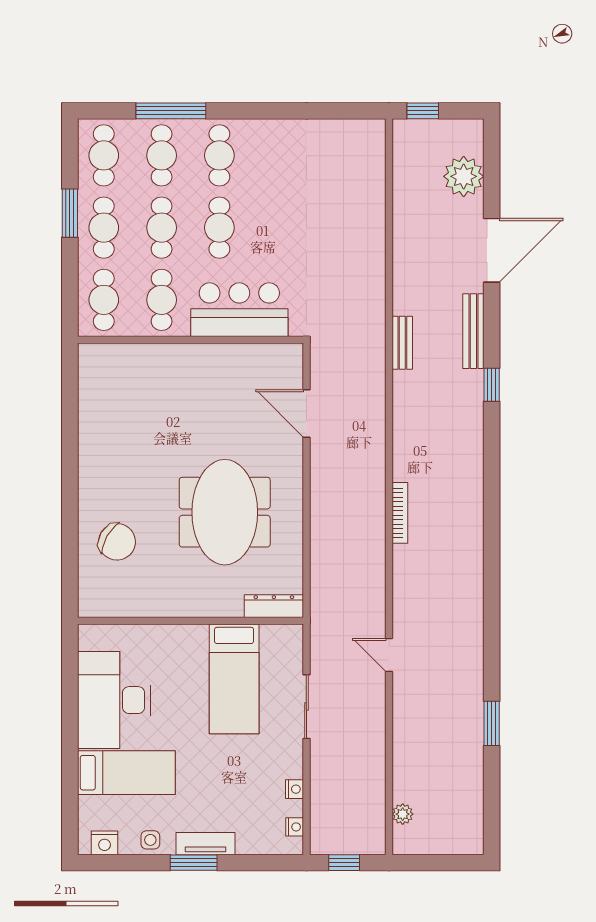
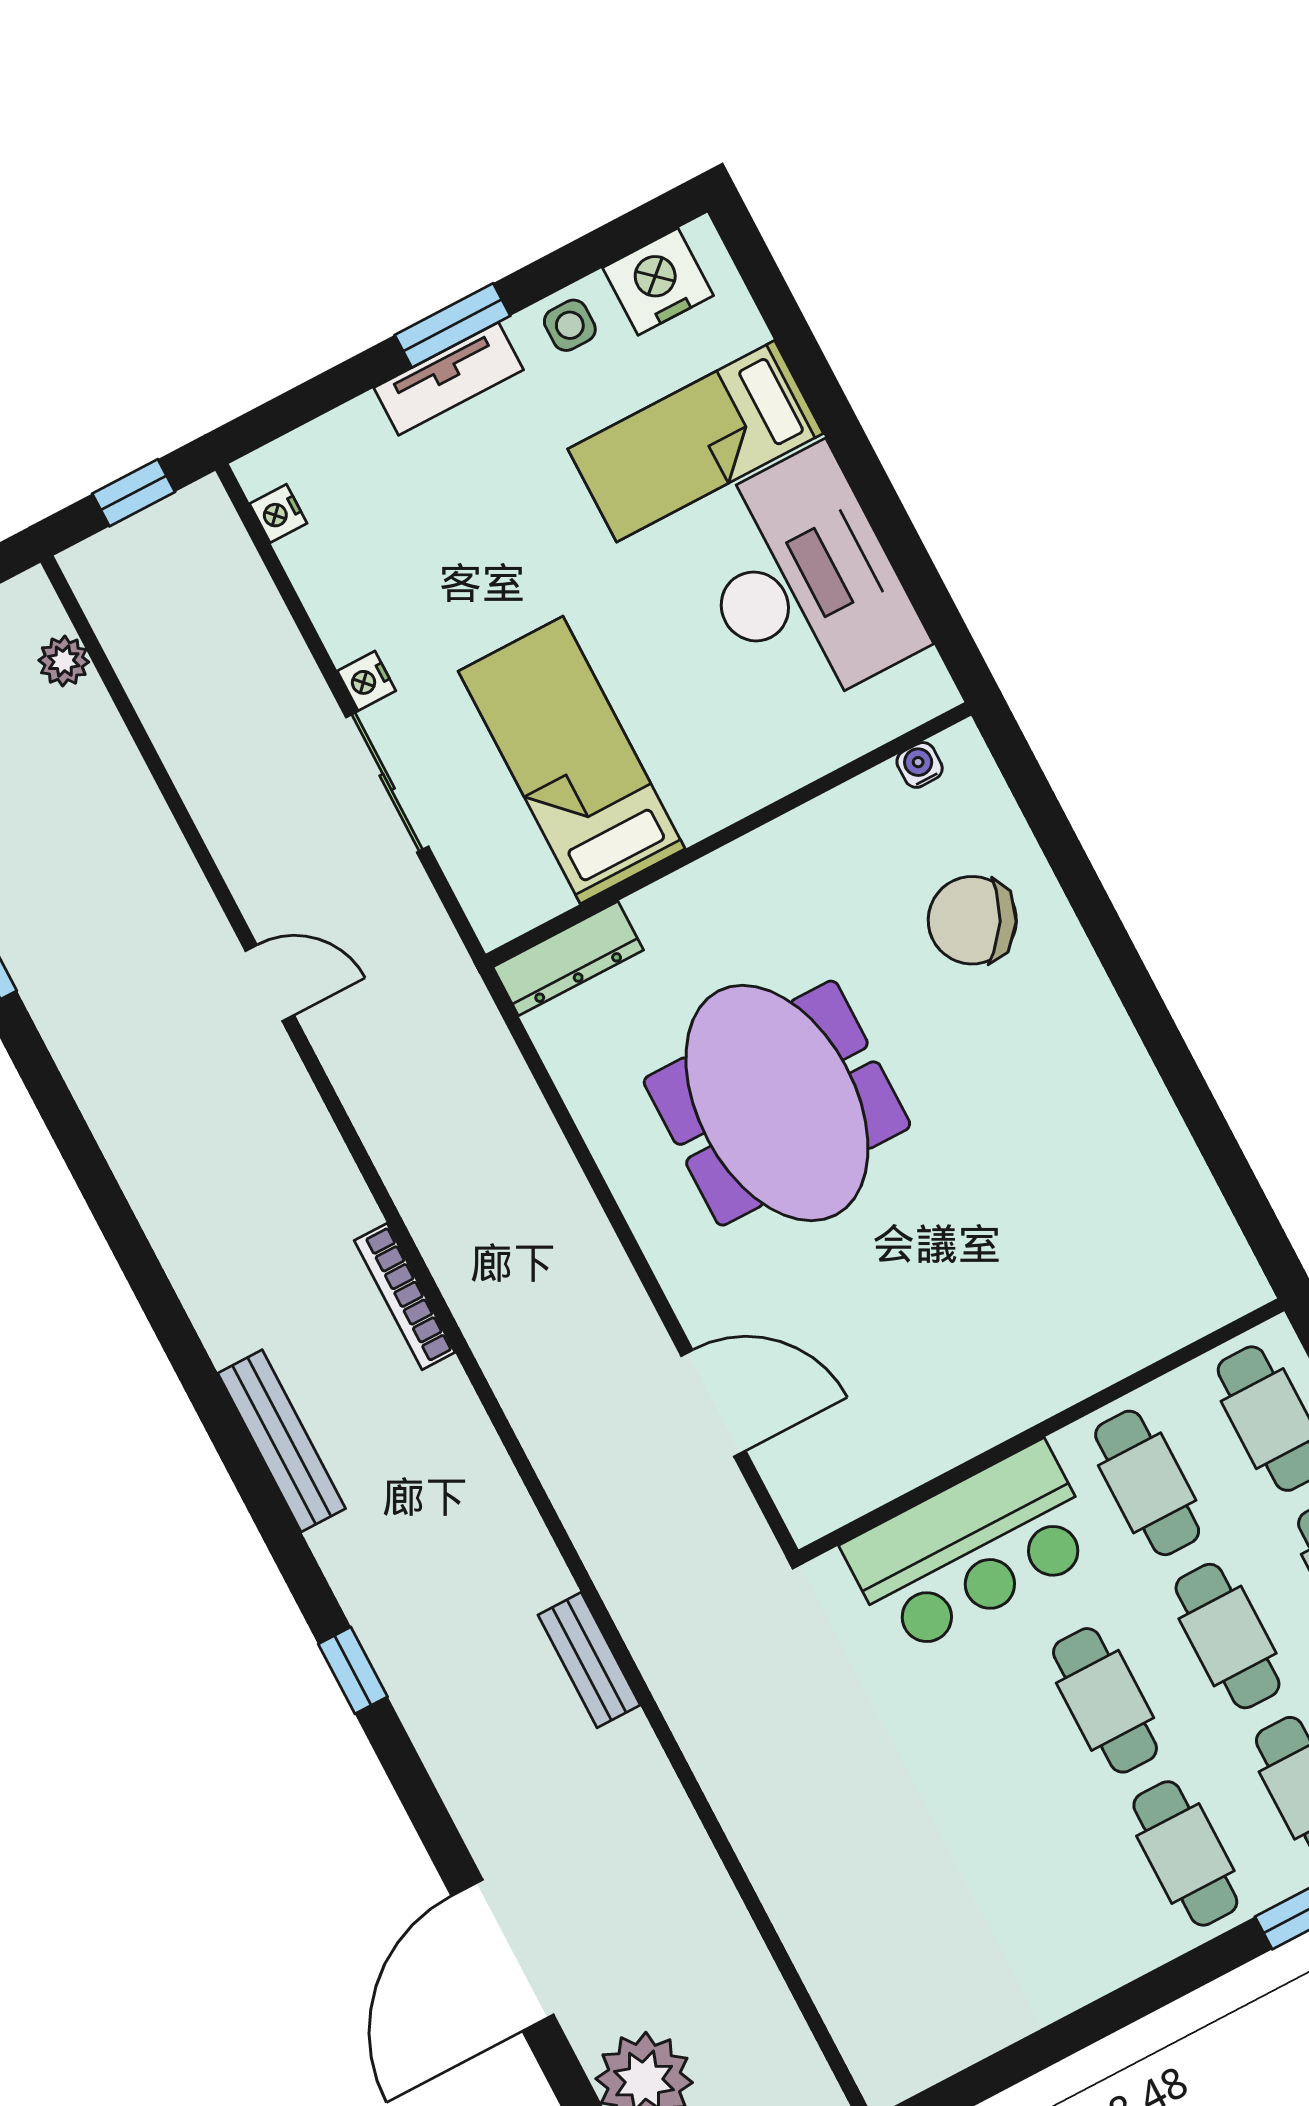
bench: (473, 331) -> (282, 1441), moved
water cooler: (106, 609) -> (920, 765), added
nightstand: (294, 789) -> (367, 681), moved
nightstand: (105, 843) -> (658, 282), width x1.36, depth x1.33

